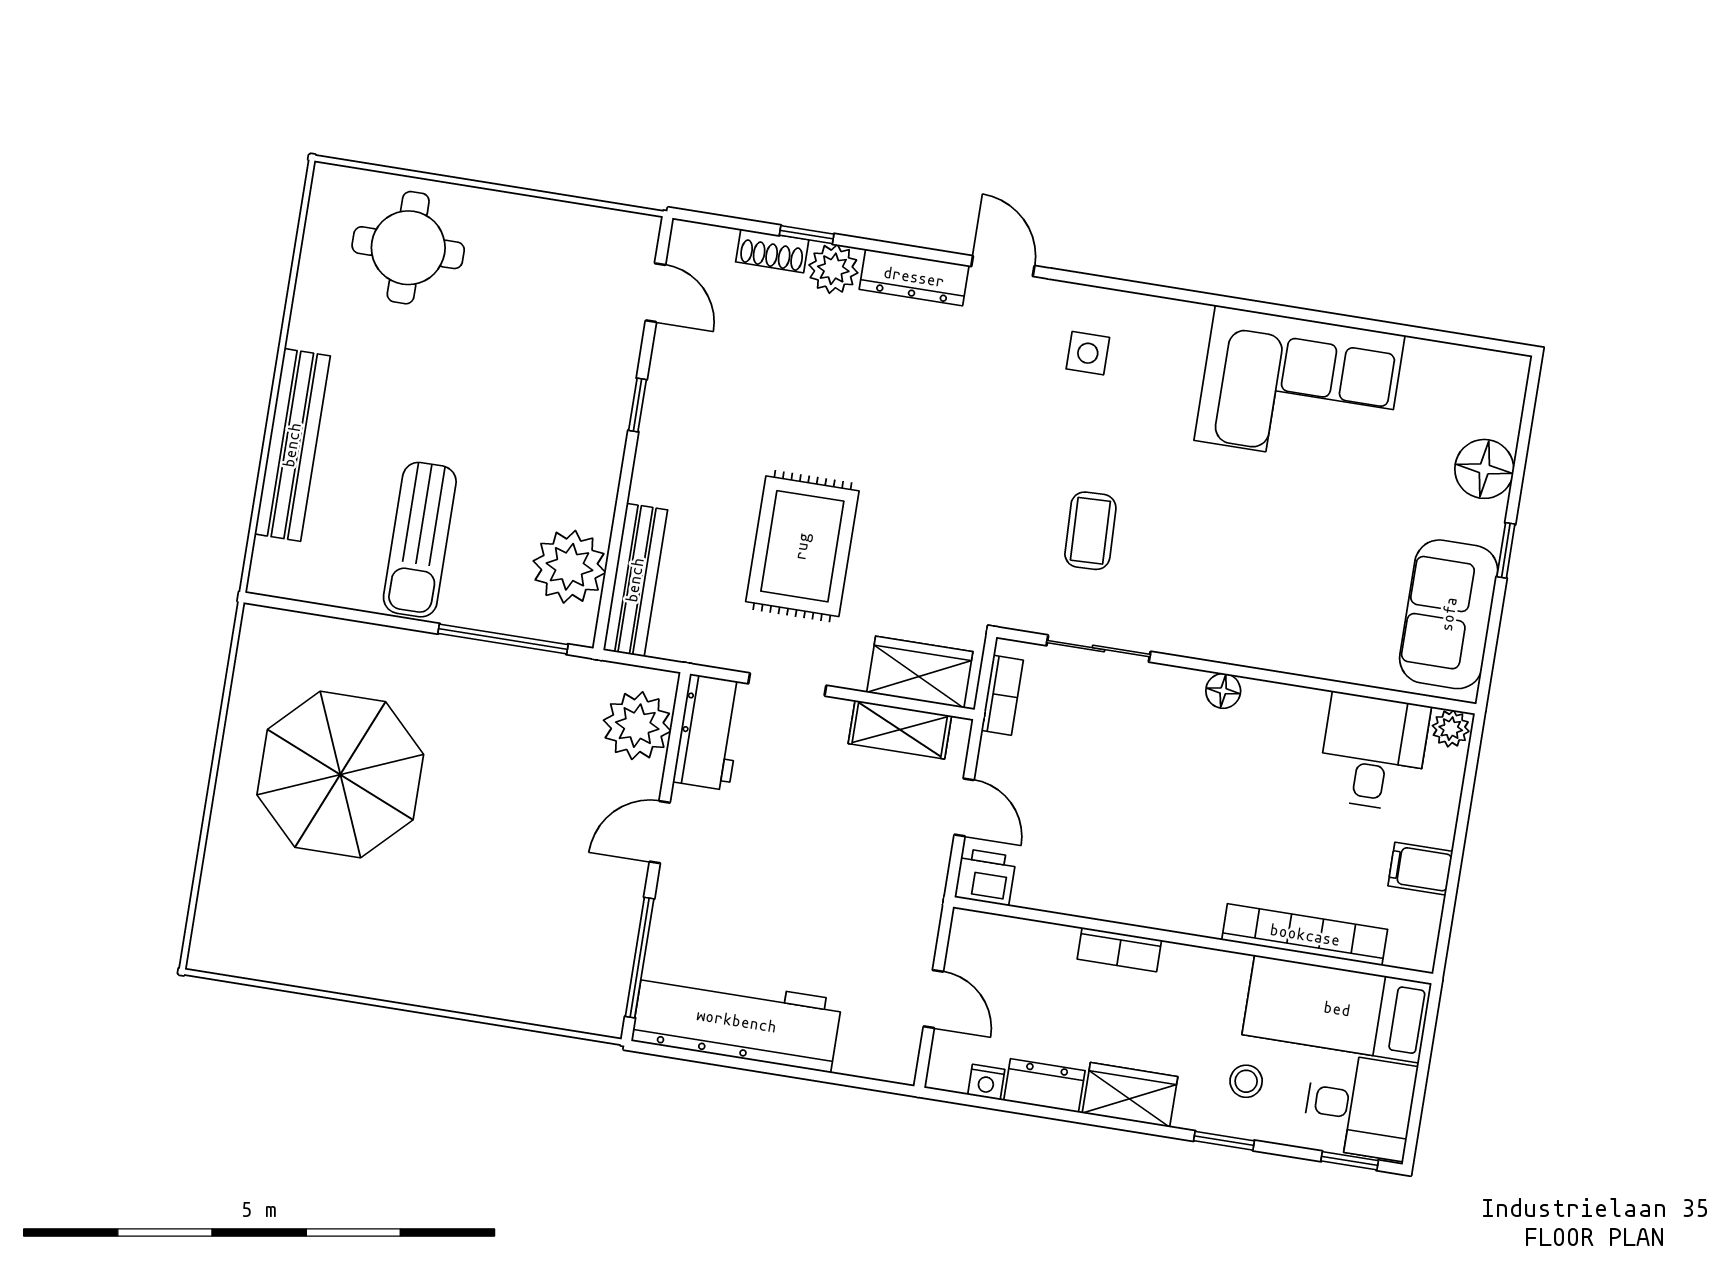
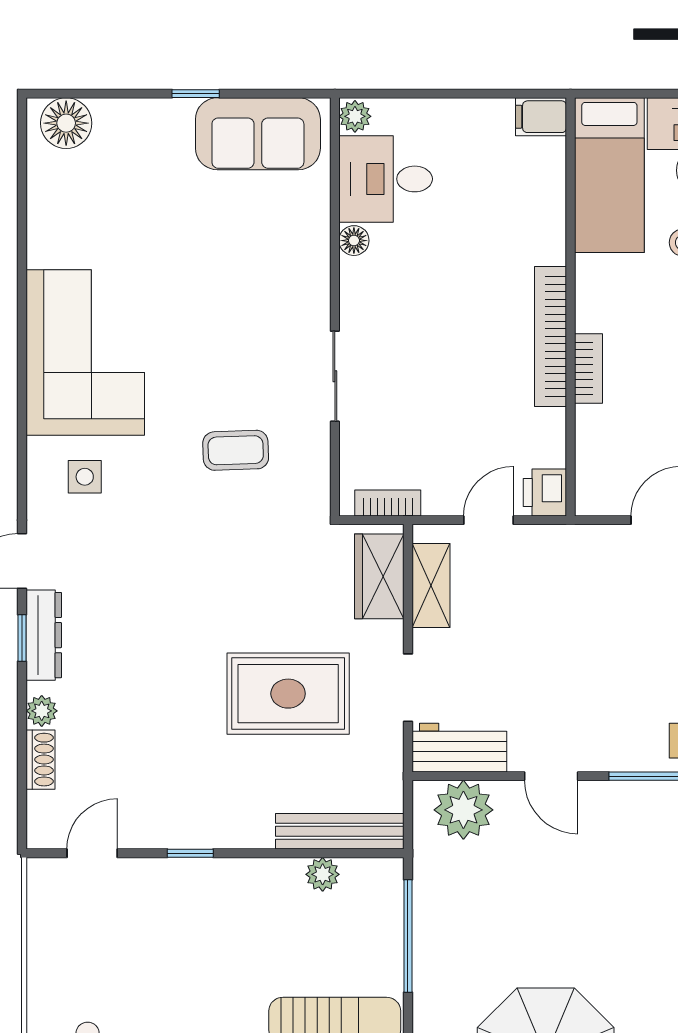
window: (807, 235) -> (22, 638), moved
plant: (833, 269) -> (42, 711), width x0.73, depth x0.73
corner sofa: (1299, 388) -> (85, 353), moved
floor lamp: (1484, 469) -> (66, 123), moved
plant: (569, 567) -> (323, 874), width x0.53, depth x0.53
sliding door: (1098, 649) -> (335, 376), moved
floor lamp: (1223, 691) -> (354, 241), moved
filing cabinet: (1420, 869) -> (541, 117), moved, turned 90
bookcase: (1305, 935) -> (551, 336), moved

